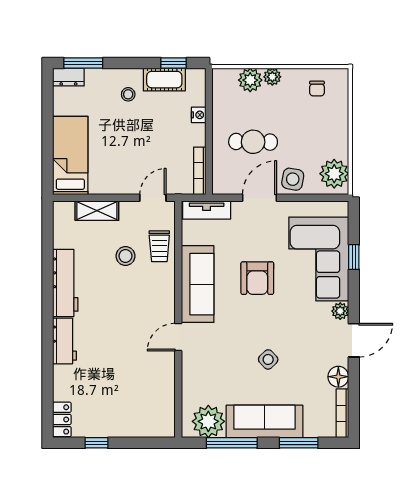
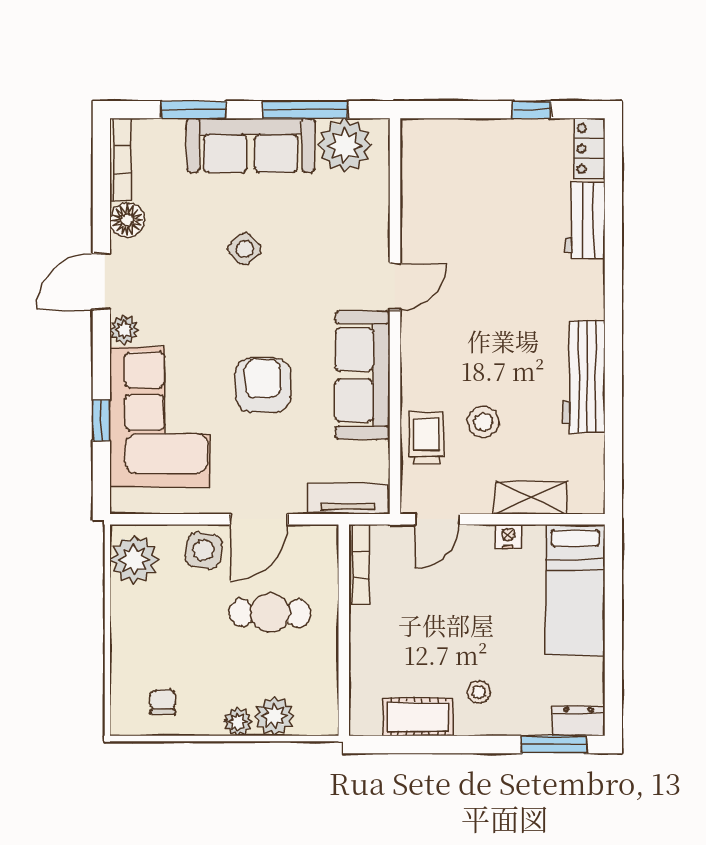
window: (174, 63) -> (403, 744), removed
nightstand: (199, 115) -> (508, 536), moved, turned 90
workbench: (64, 341) -> (585, 220), moved

